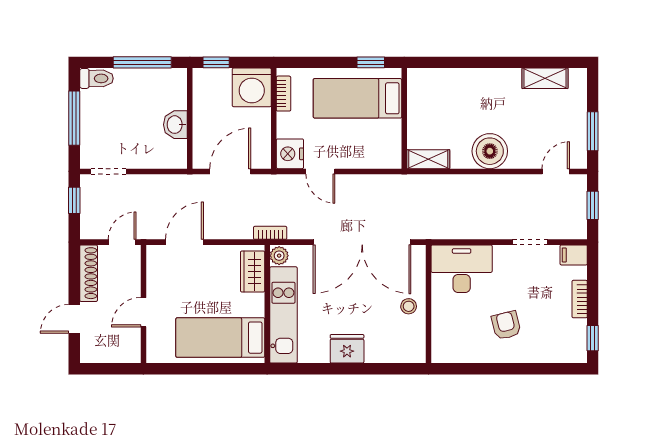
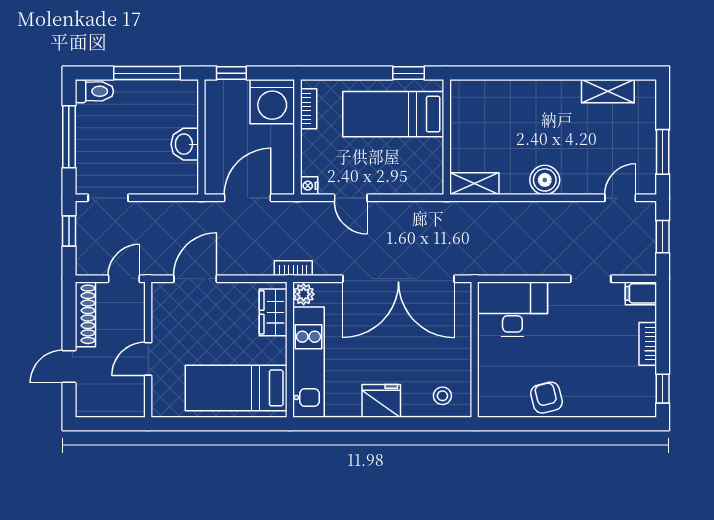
boiler: (490, 151) -> (545, 180), width x0.73, depth x0.73
nightstand: (290, 154) -> (309, 186), width x0.53, depth x0.56
stool: (409, 306) -> (442, 396), moved
armchair: (506, 325) -> (546, 398), moved

